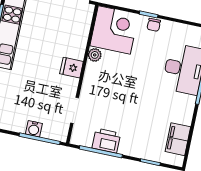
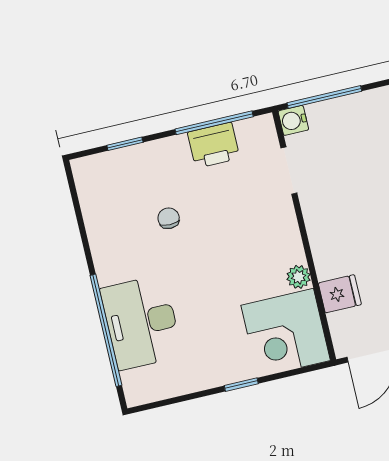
chair: (154, 25) -> (169, 218), moved
fridge: (72, 68) -> (340, 294), moved
water cooler: (34, 129) -> (293, 120), moved, turned -90
filing cabinet: (178, 139) -> (97, 203), removed

